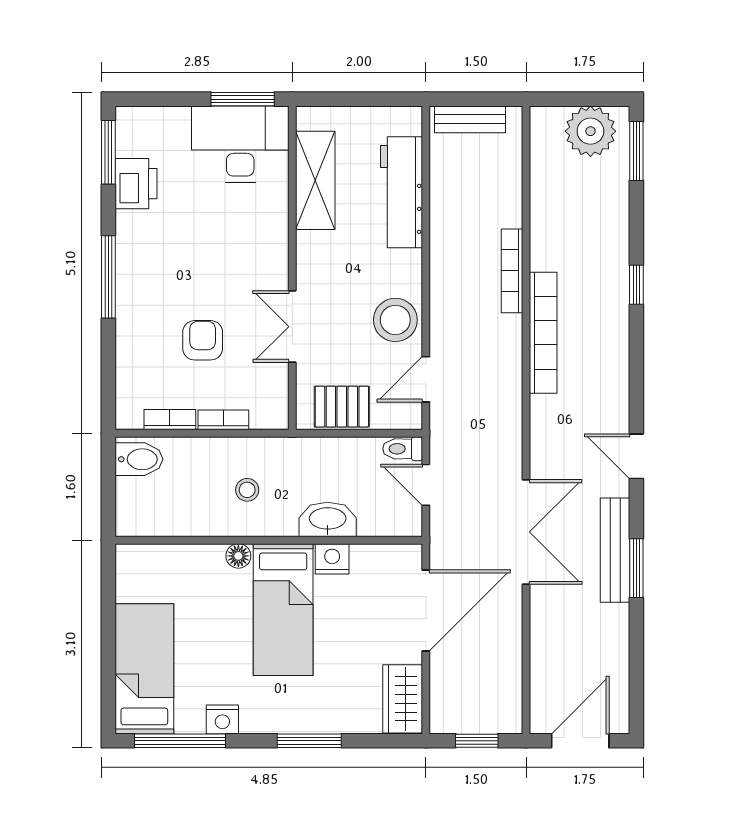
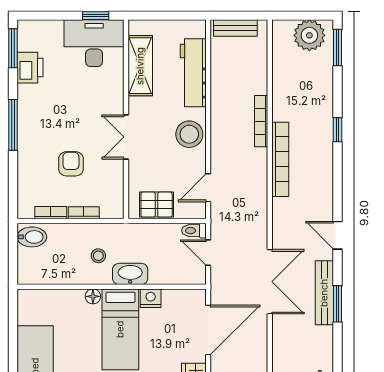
window: (243, 99) -> (96, 16), width x0.67
stool: (395, 320) -> (189, 134), moved
double door: (292, 327) -> (126, 137), moved
washbasin: (328, 519) -> (130, 274), moved

